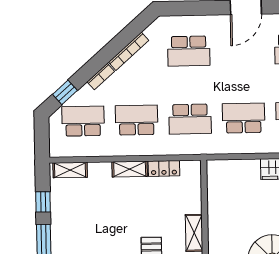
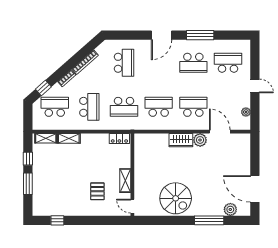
school desk: (189, 51) -> (124, 63), turned -90
school desk: (137, 120) -> (89, 107), turned 90
locker: (164, 168) -> (119, 138), moved
shelving: (130, 169) -> (69, 138), moved

